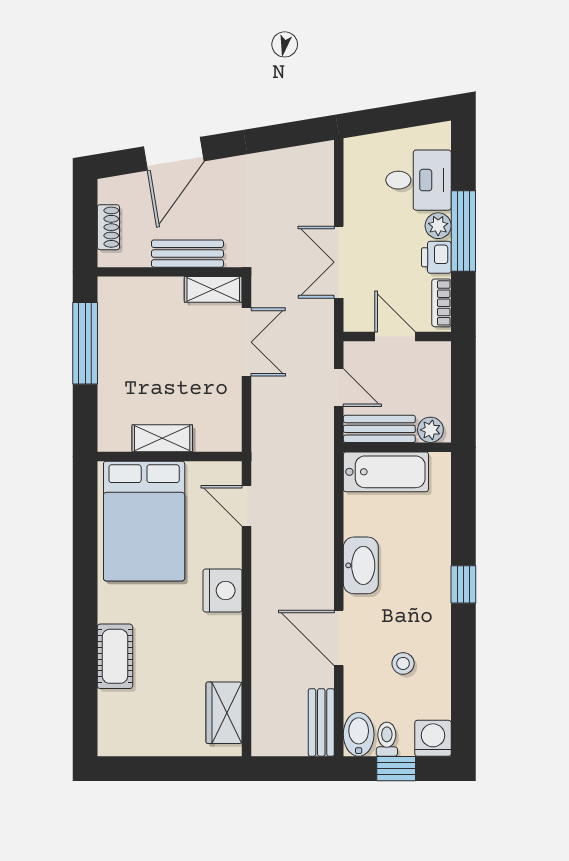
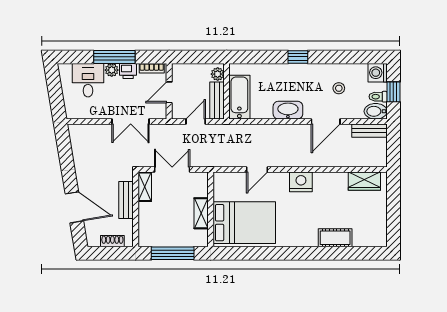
shelving: (162, 438) -> (201, 213), moved
wall: (170, 456) -> (211, 209), moved
bed: (144, 521) -> (244, 223), moved

